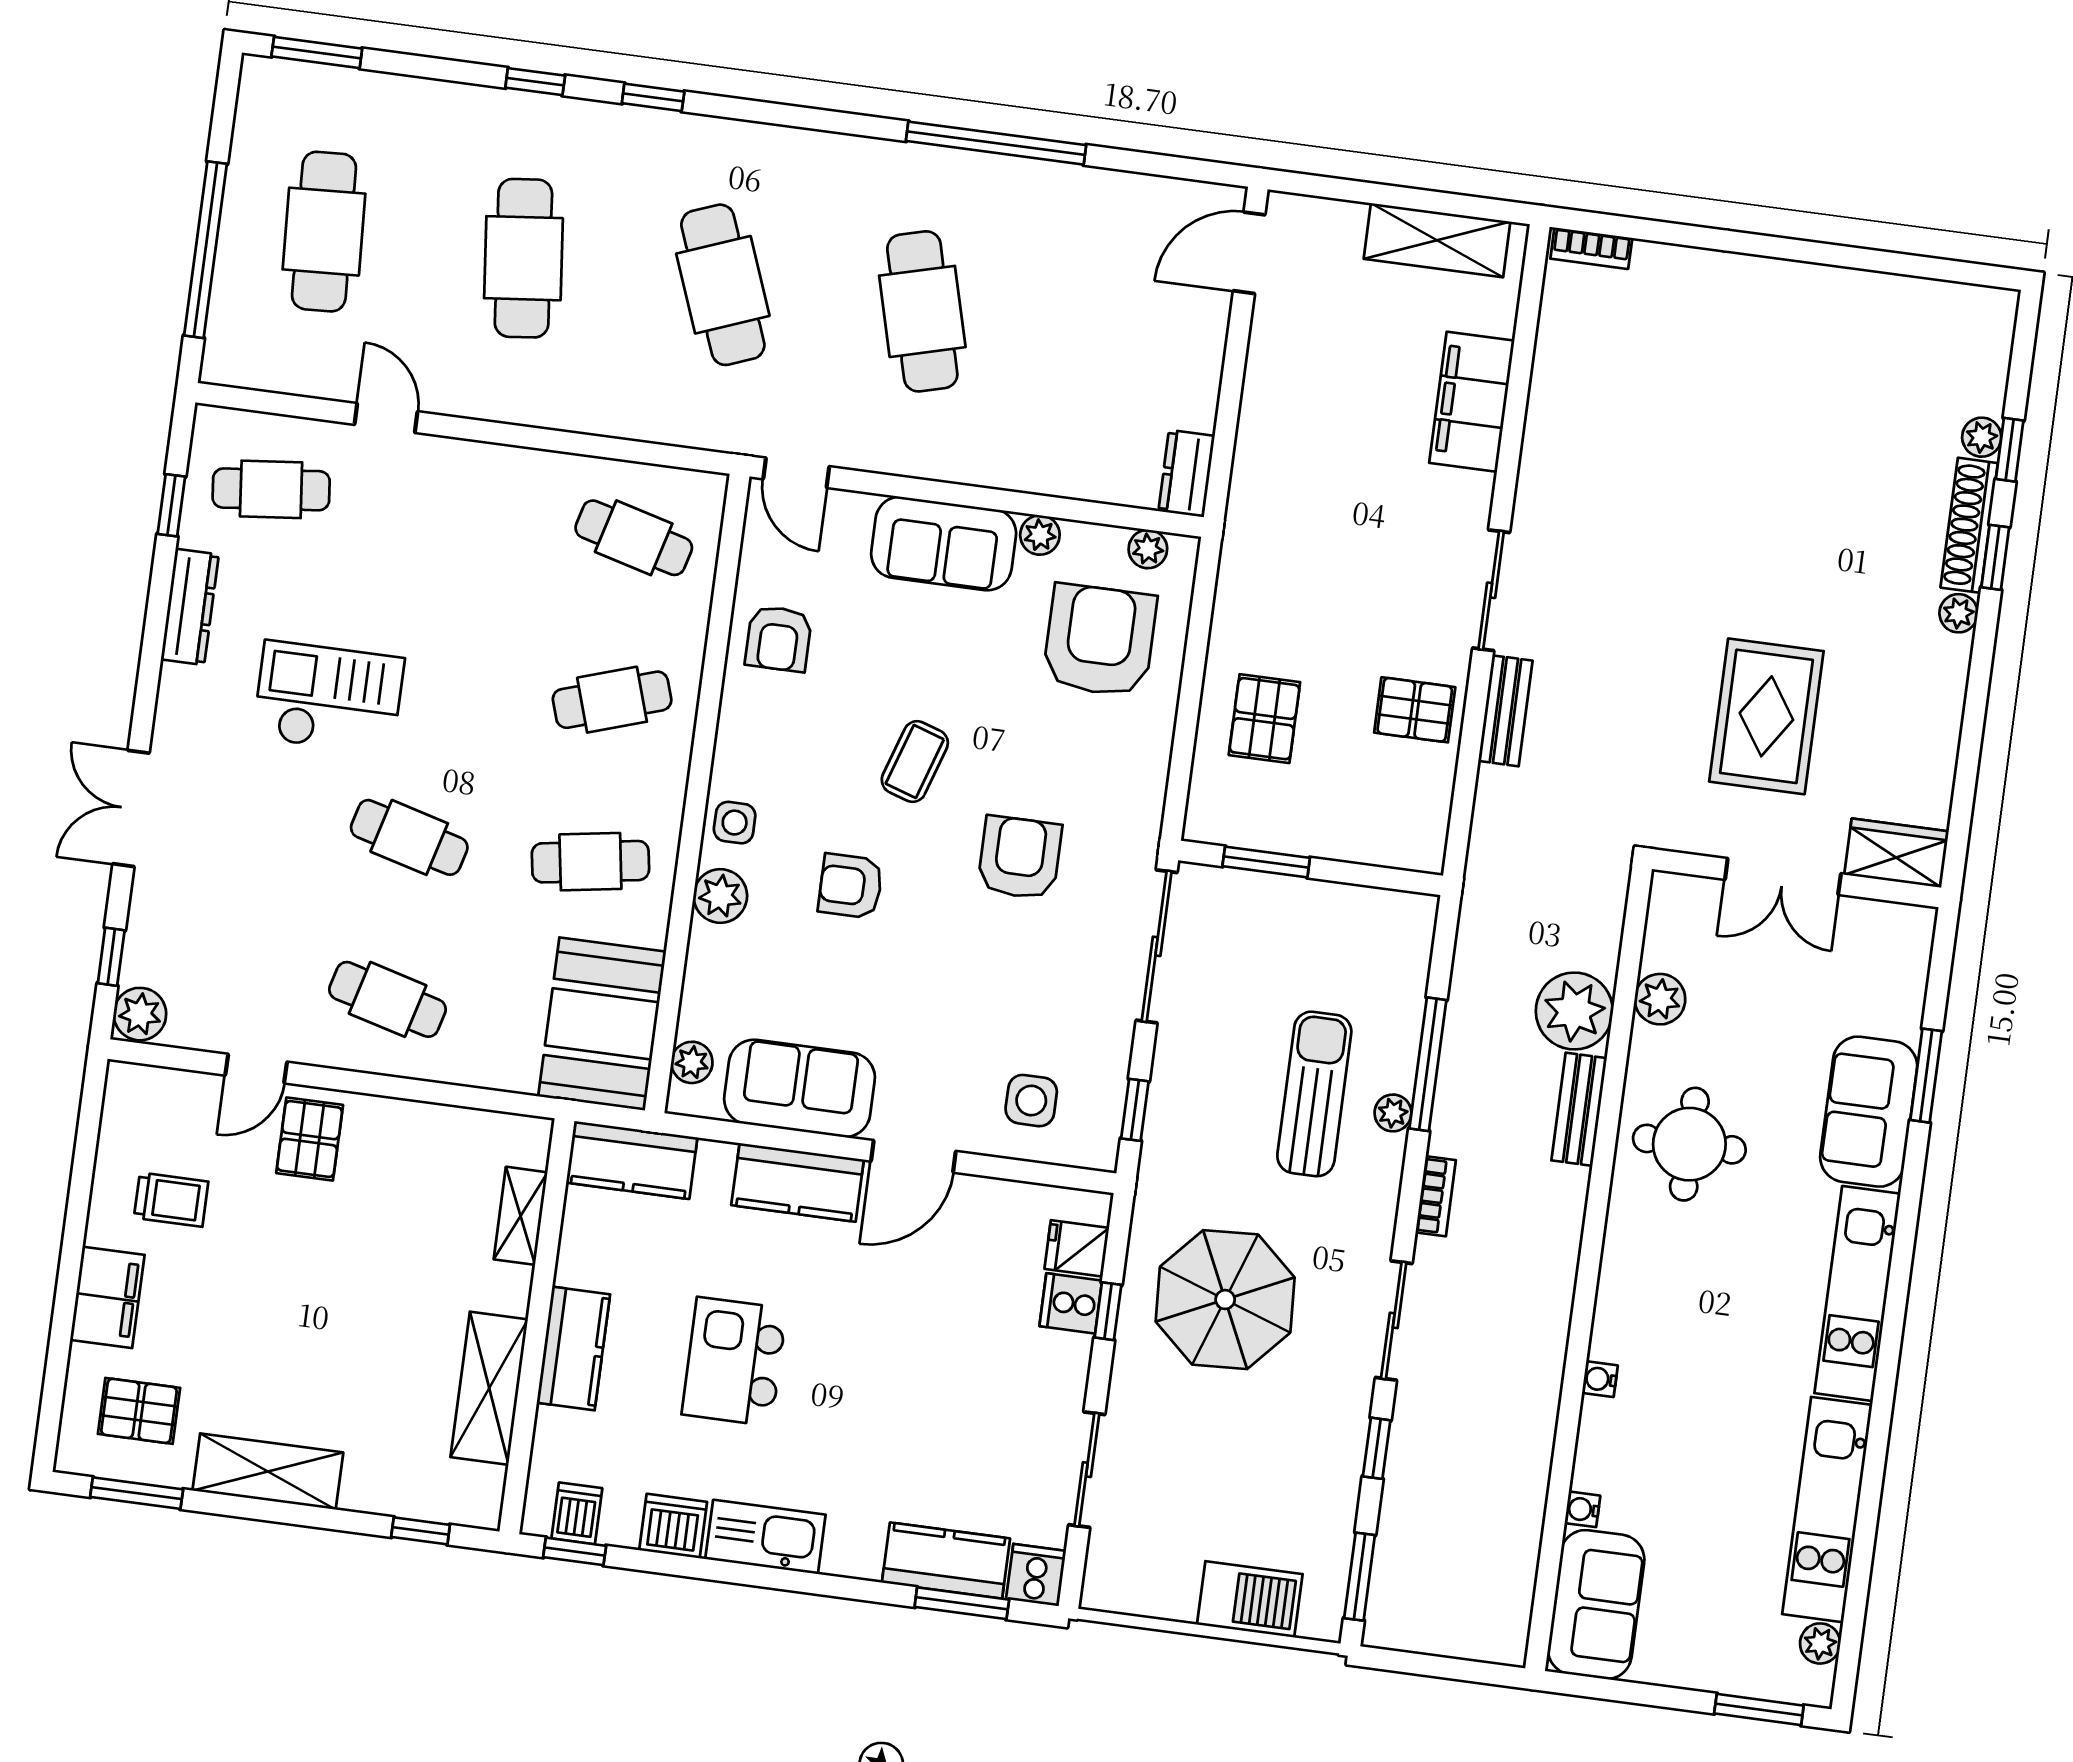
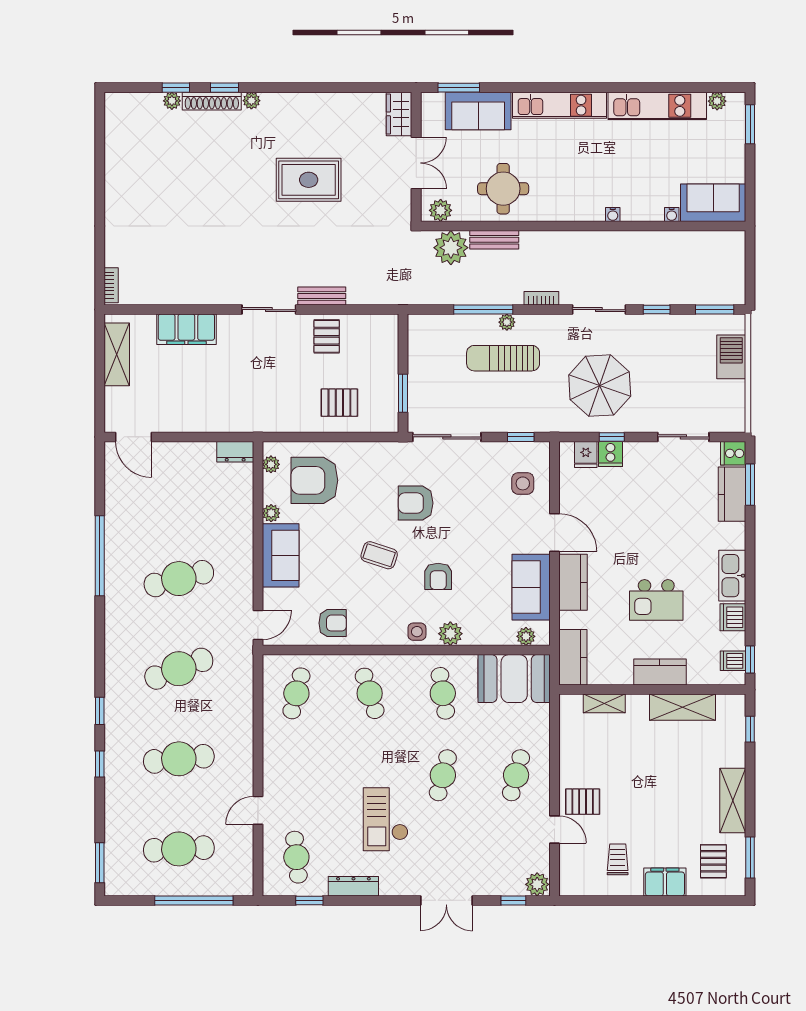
wardrobe: (1897, 853) -> (399, 114), moved
double door: (1783, 877) -> (416, 163), moved
wall: (1797, 878) -> (416, 157), moved

